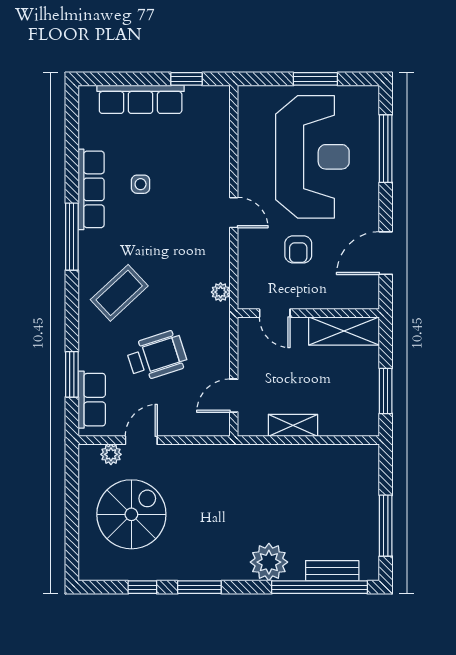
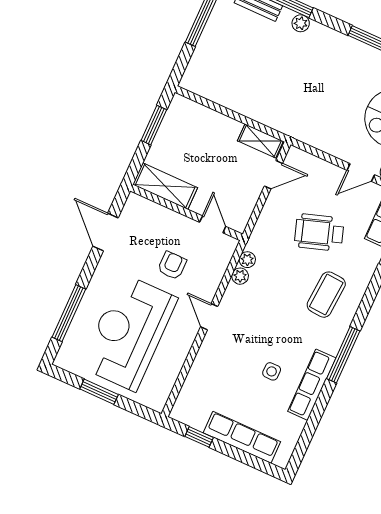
door: (386, 253) -> (106, 232), swing flipped
plant: (220, 271) -> (240, 276), added
coffee table: (119, 293) -> (326, 295), turned -43
shelving: (293, 425) -> (260, 141), moved
plant: (269, 562) -> (301, 23), width x0.53, depth x0.53

